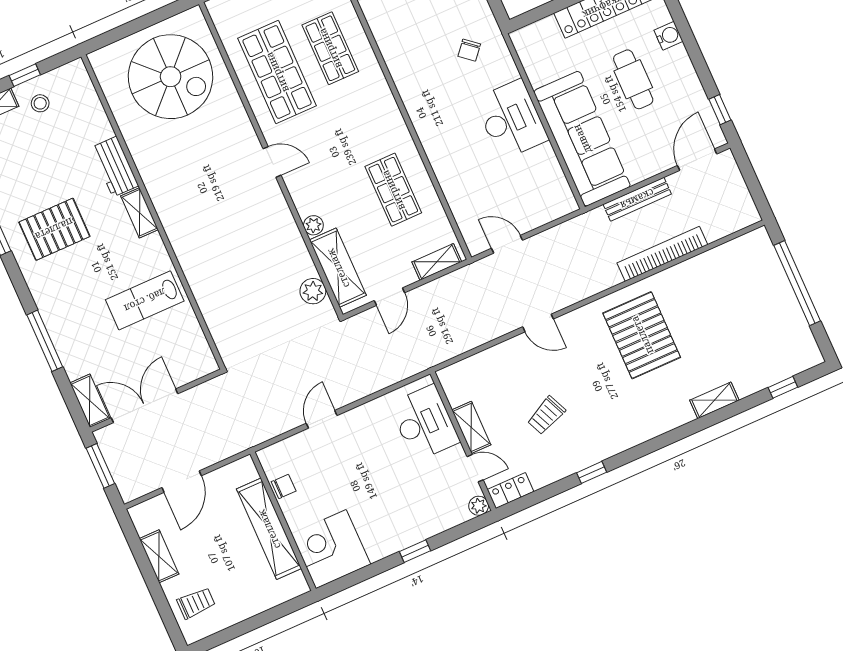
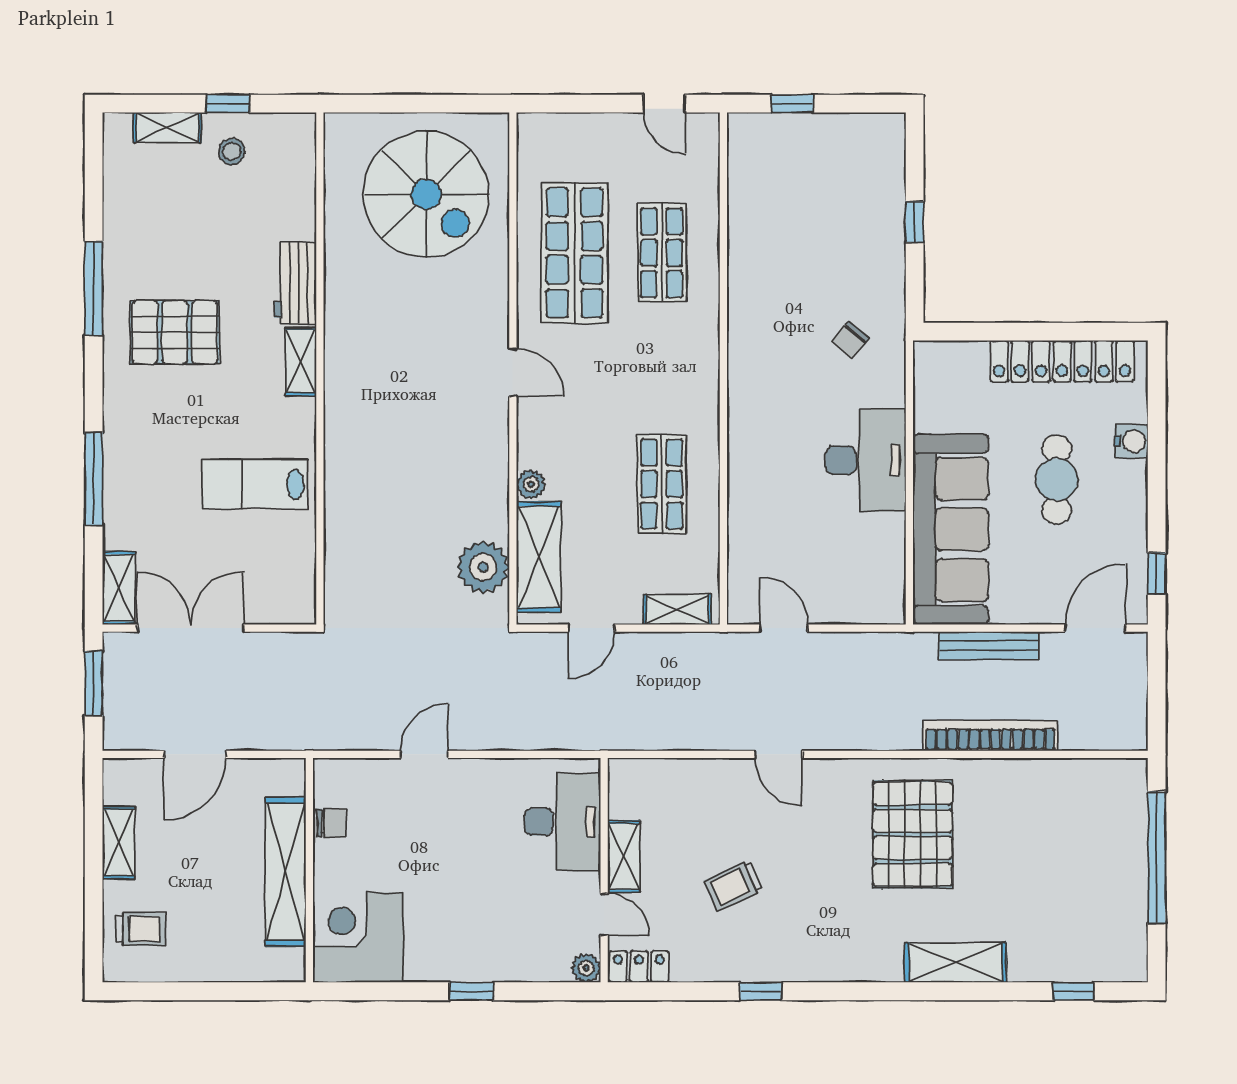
plant: (313, 291) -> (483, 567), width x1.36, depth x1.36
shelving: (714, 400) -> (956, 962), width x1.50, depth x1.33

